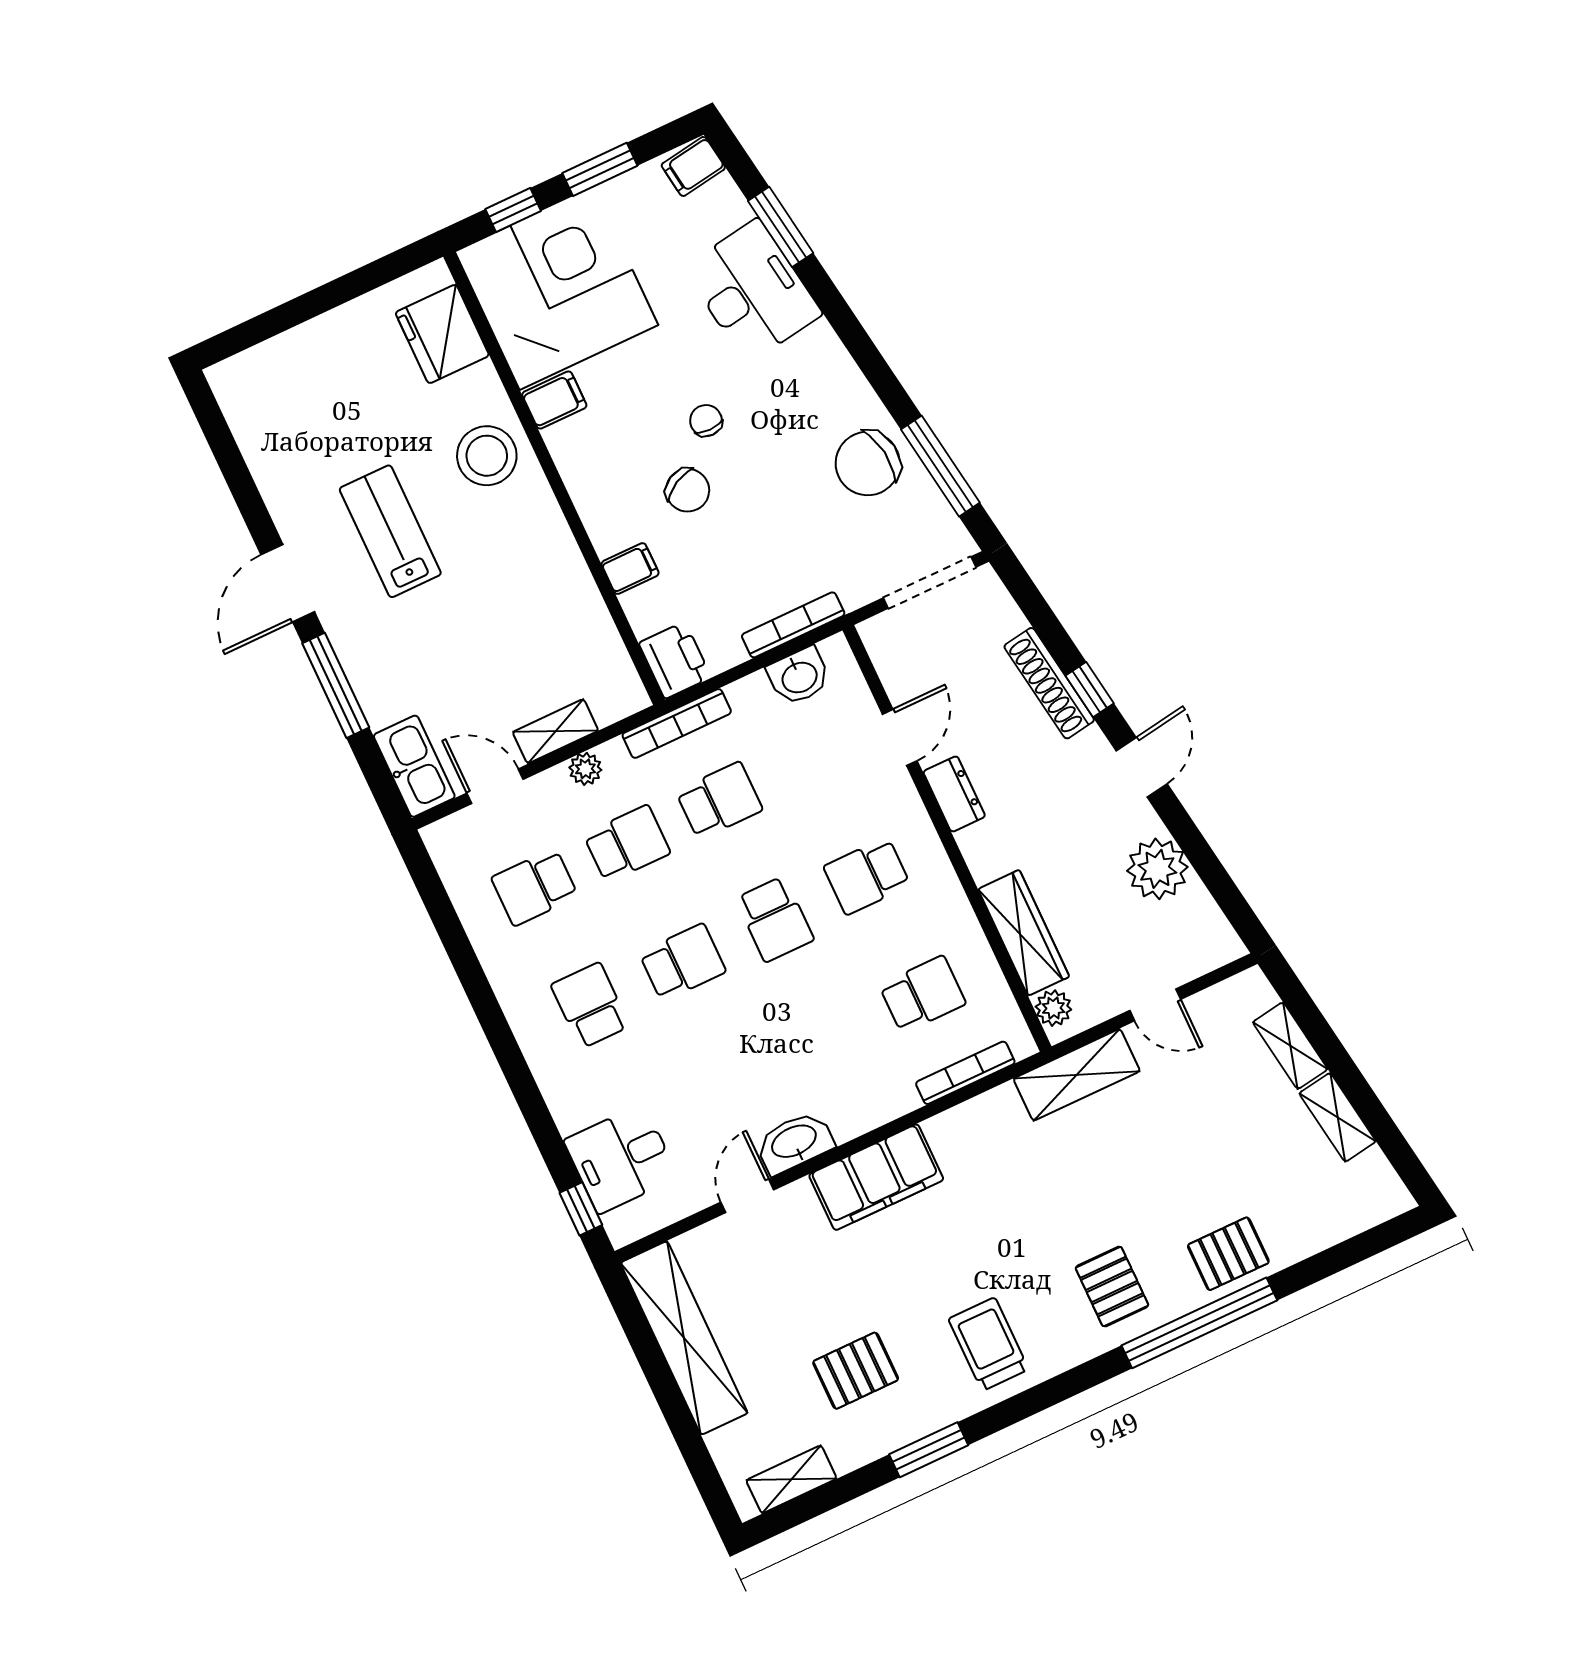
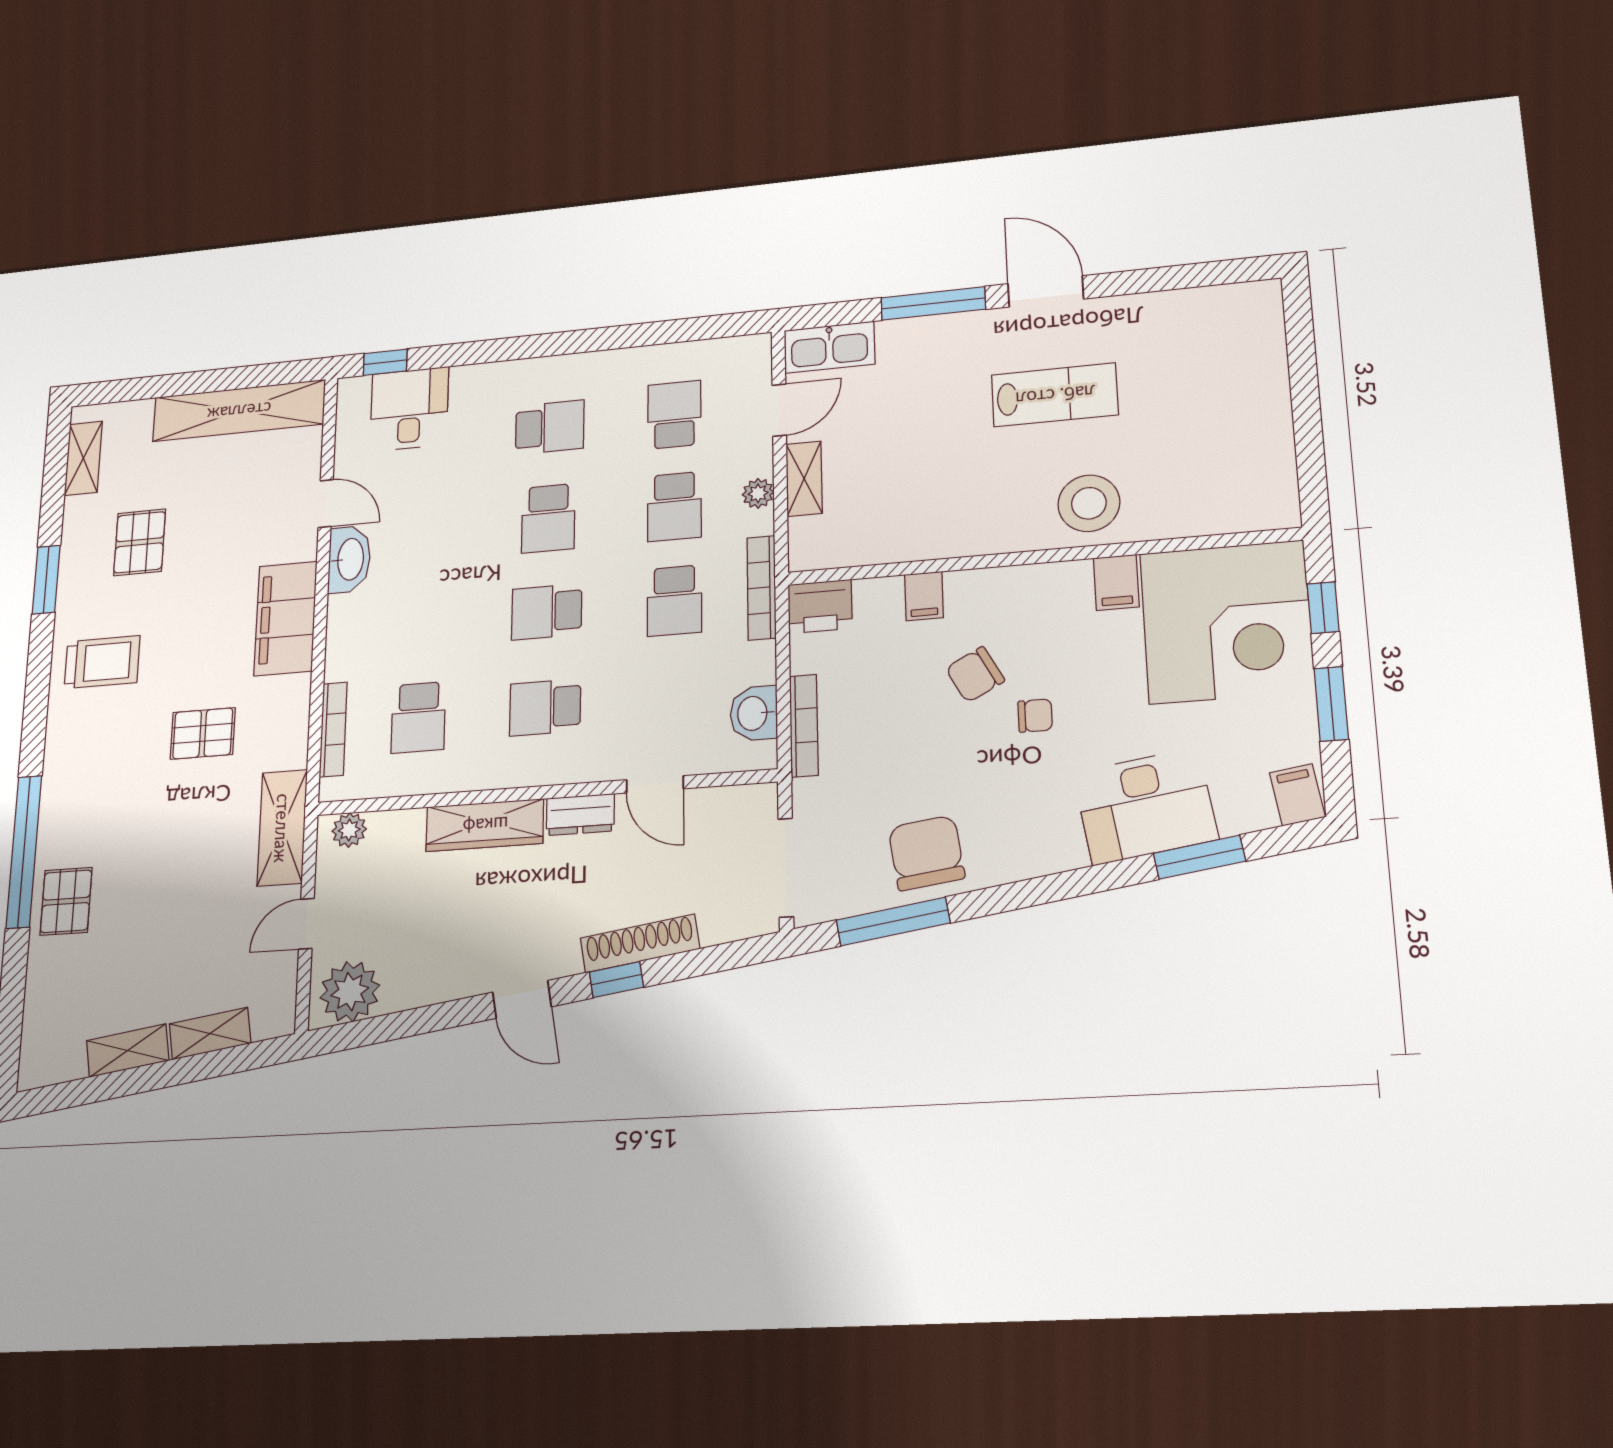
fridge: (442, 334) -> (1225, 502), removed
plant: (1157, 869) -> (350, 992), moved
school desk: (867, 876) -> (545, 707), turned -90
wardrobe: (1024, 933) -> (485, 825), moved
pallet: (1112, 1287) -> (203, 733), moved

